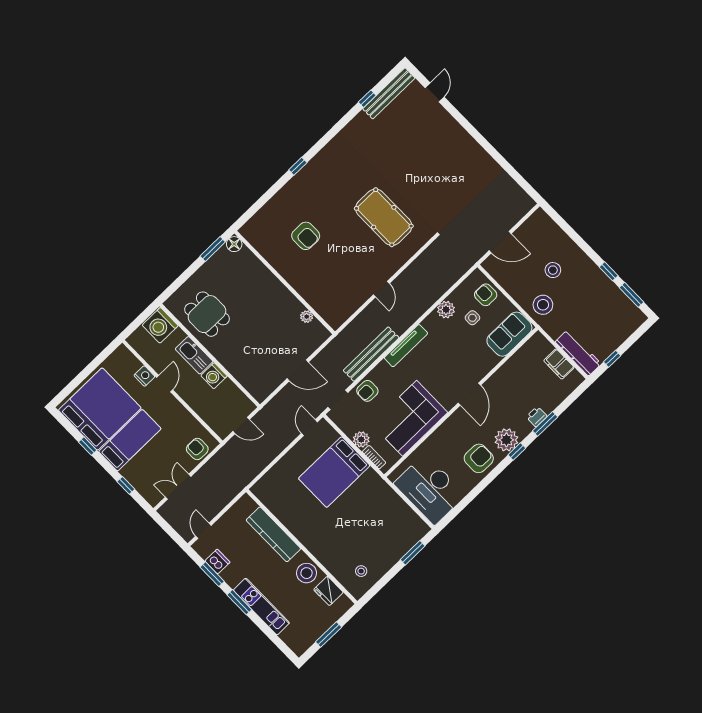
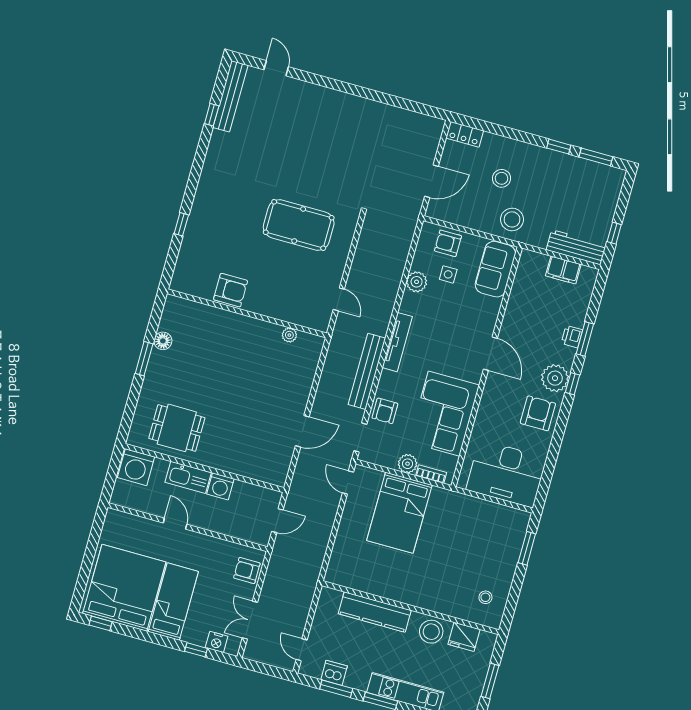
locker: (545, 222) -> (465, 134), added
wall: (285, 282) -> (247, 313), moved
plant: (307, 317) -> (289, 335), moved
nightstand: (144, 376) -> (217, 642), moved, turned 180
window: (88, 446) -> (101, 623), moved

